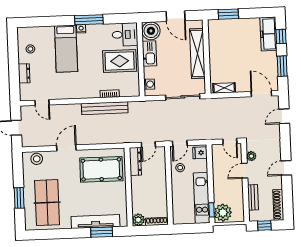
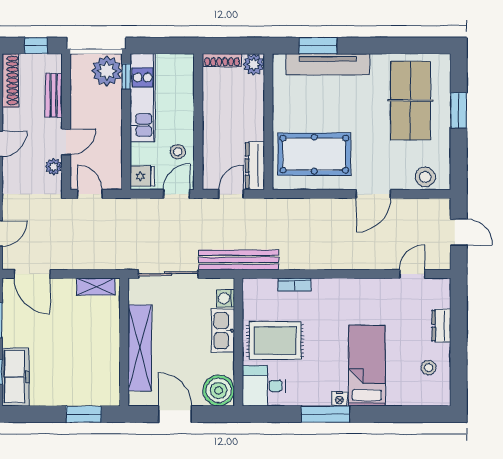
kitchen sink: (149, 53) -> (223, 331), moved
door: (42, 103) -> (412, 274), hinge flipped
bench: (105, 108) -> (239, 260), moved

